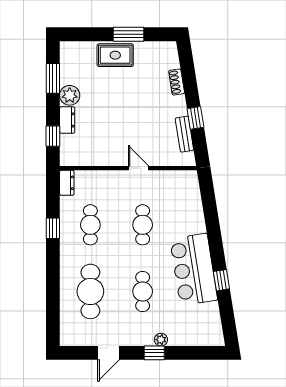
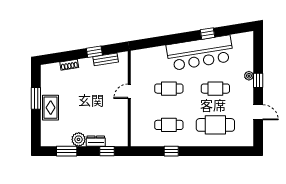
dresser: (67, 183) -> (140, 141), removed
bar counter: (194, 270) -> (200, 53), width x1.36

